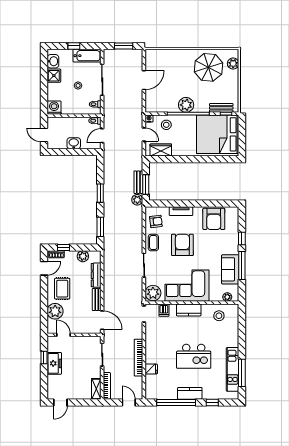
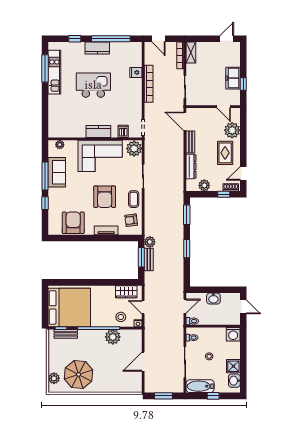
plant: (186, 105) -> (113, 337), moved
stool: (219, 316) -> (68, 126), removed

